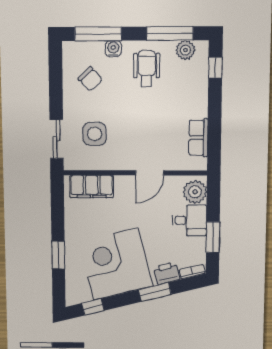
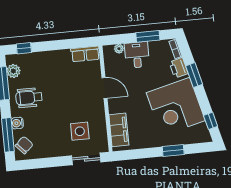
chair: (90, 79) -> (24, 145), moved
row of seats: (198, 138) -> (85, 54), moved
plant: (195, 192) -> (119, 49), width x0.53, depth x0.53

